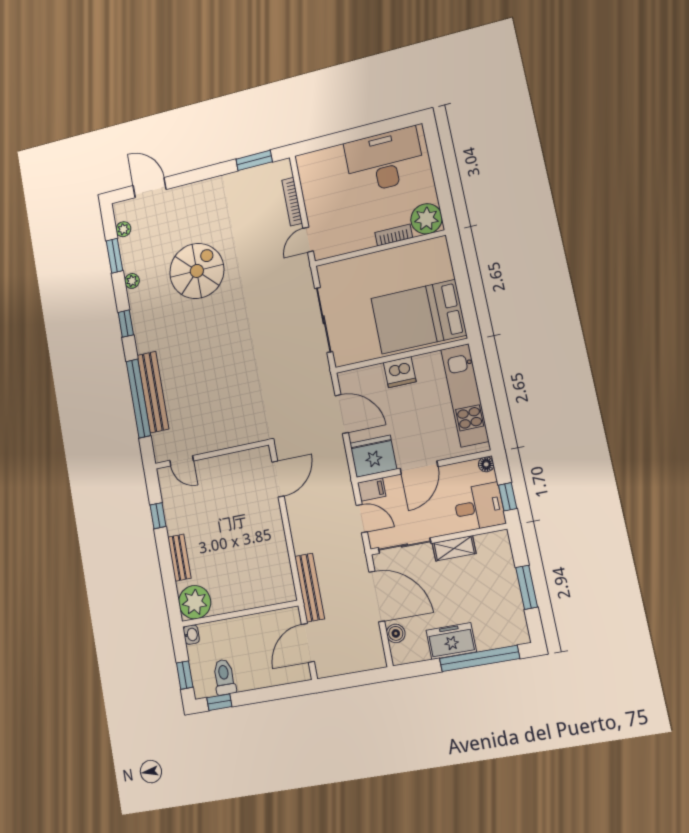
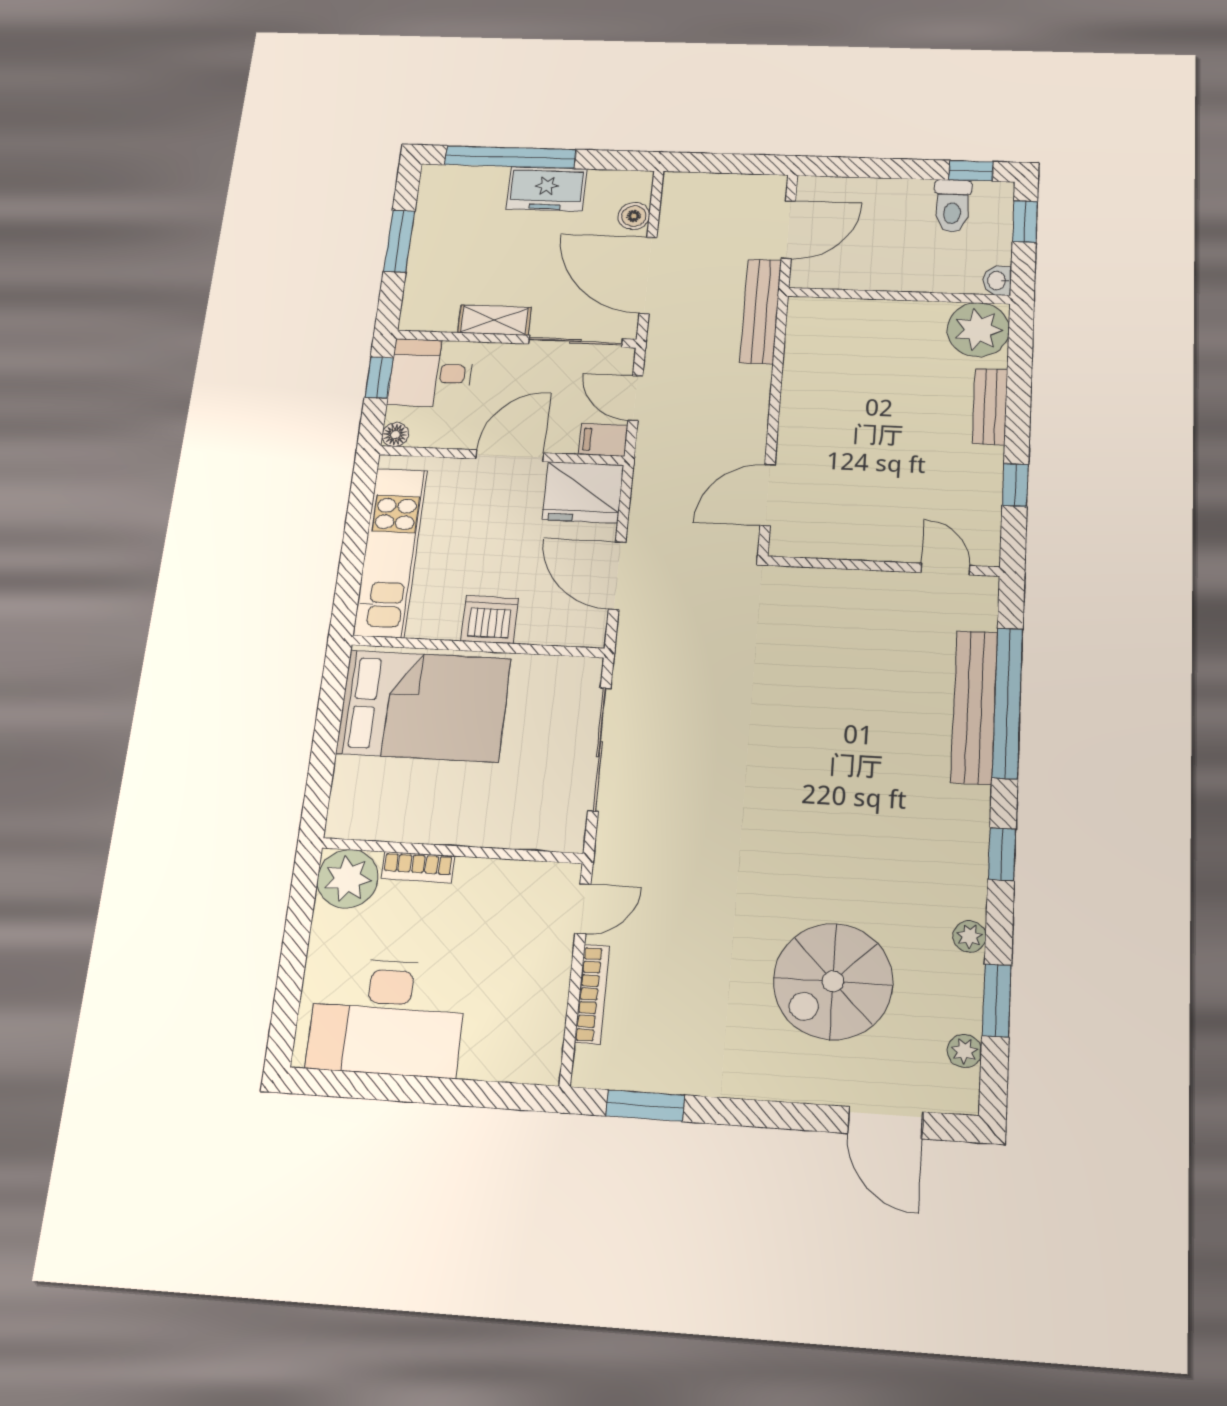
spiral stairs: (197, 271) -> (833, 981), moved

